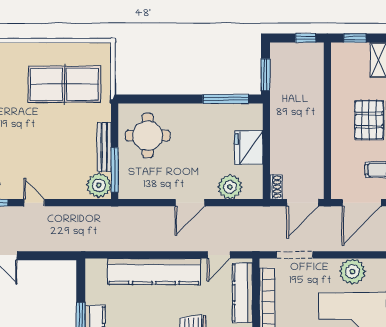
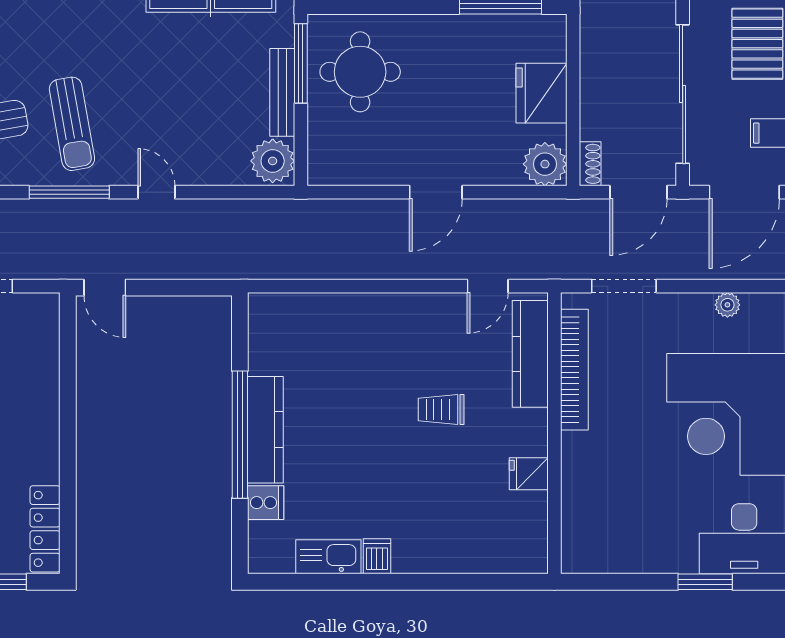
sliding door: (327, 148) -> (683, 94), added
window: (115, 170) -> (301, 63), moved
plant: (230, 187) -> (545, 164), moved
kitchen counter: (154, 271) -> (371, 316), removed
plant: (352, 271) -> (727, 305), width x0.53, depth x0.53

